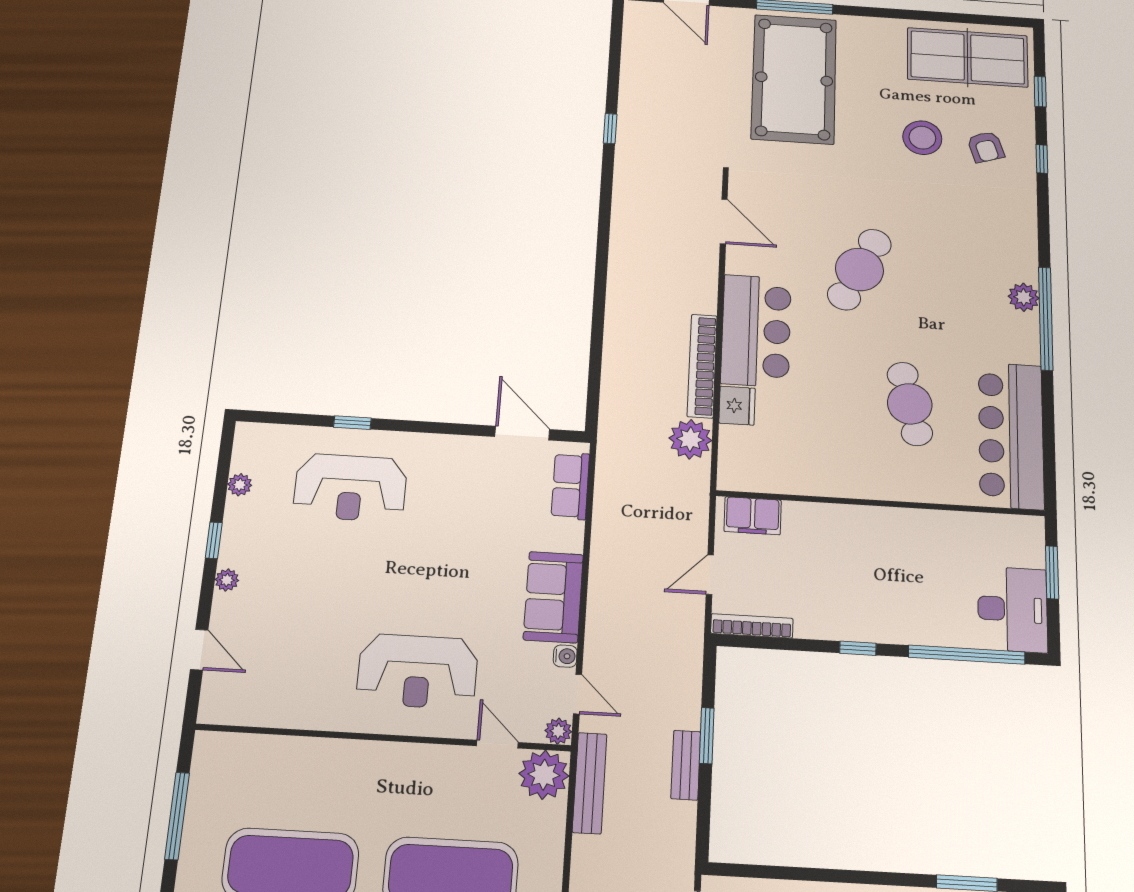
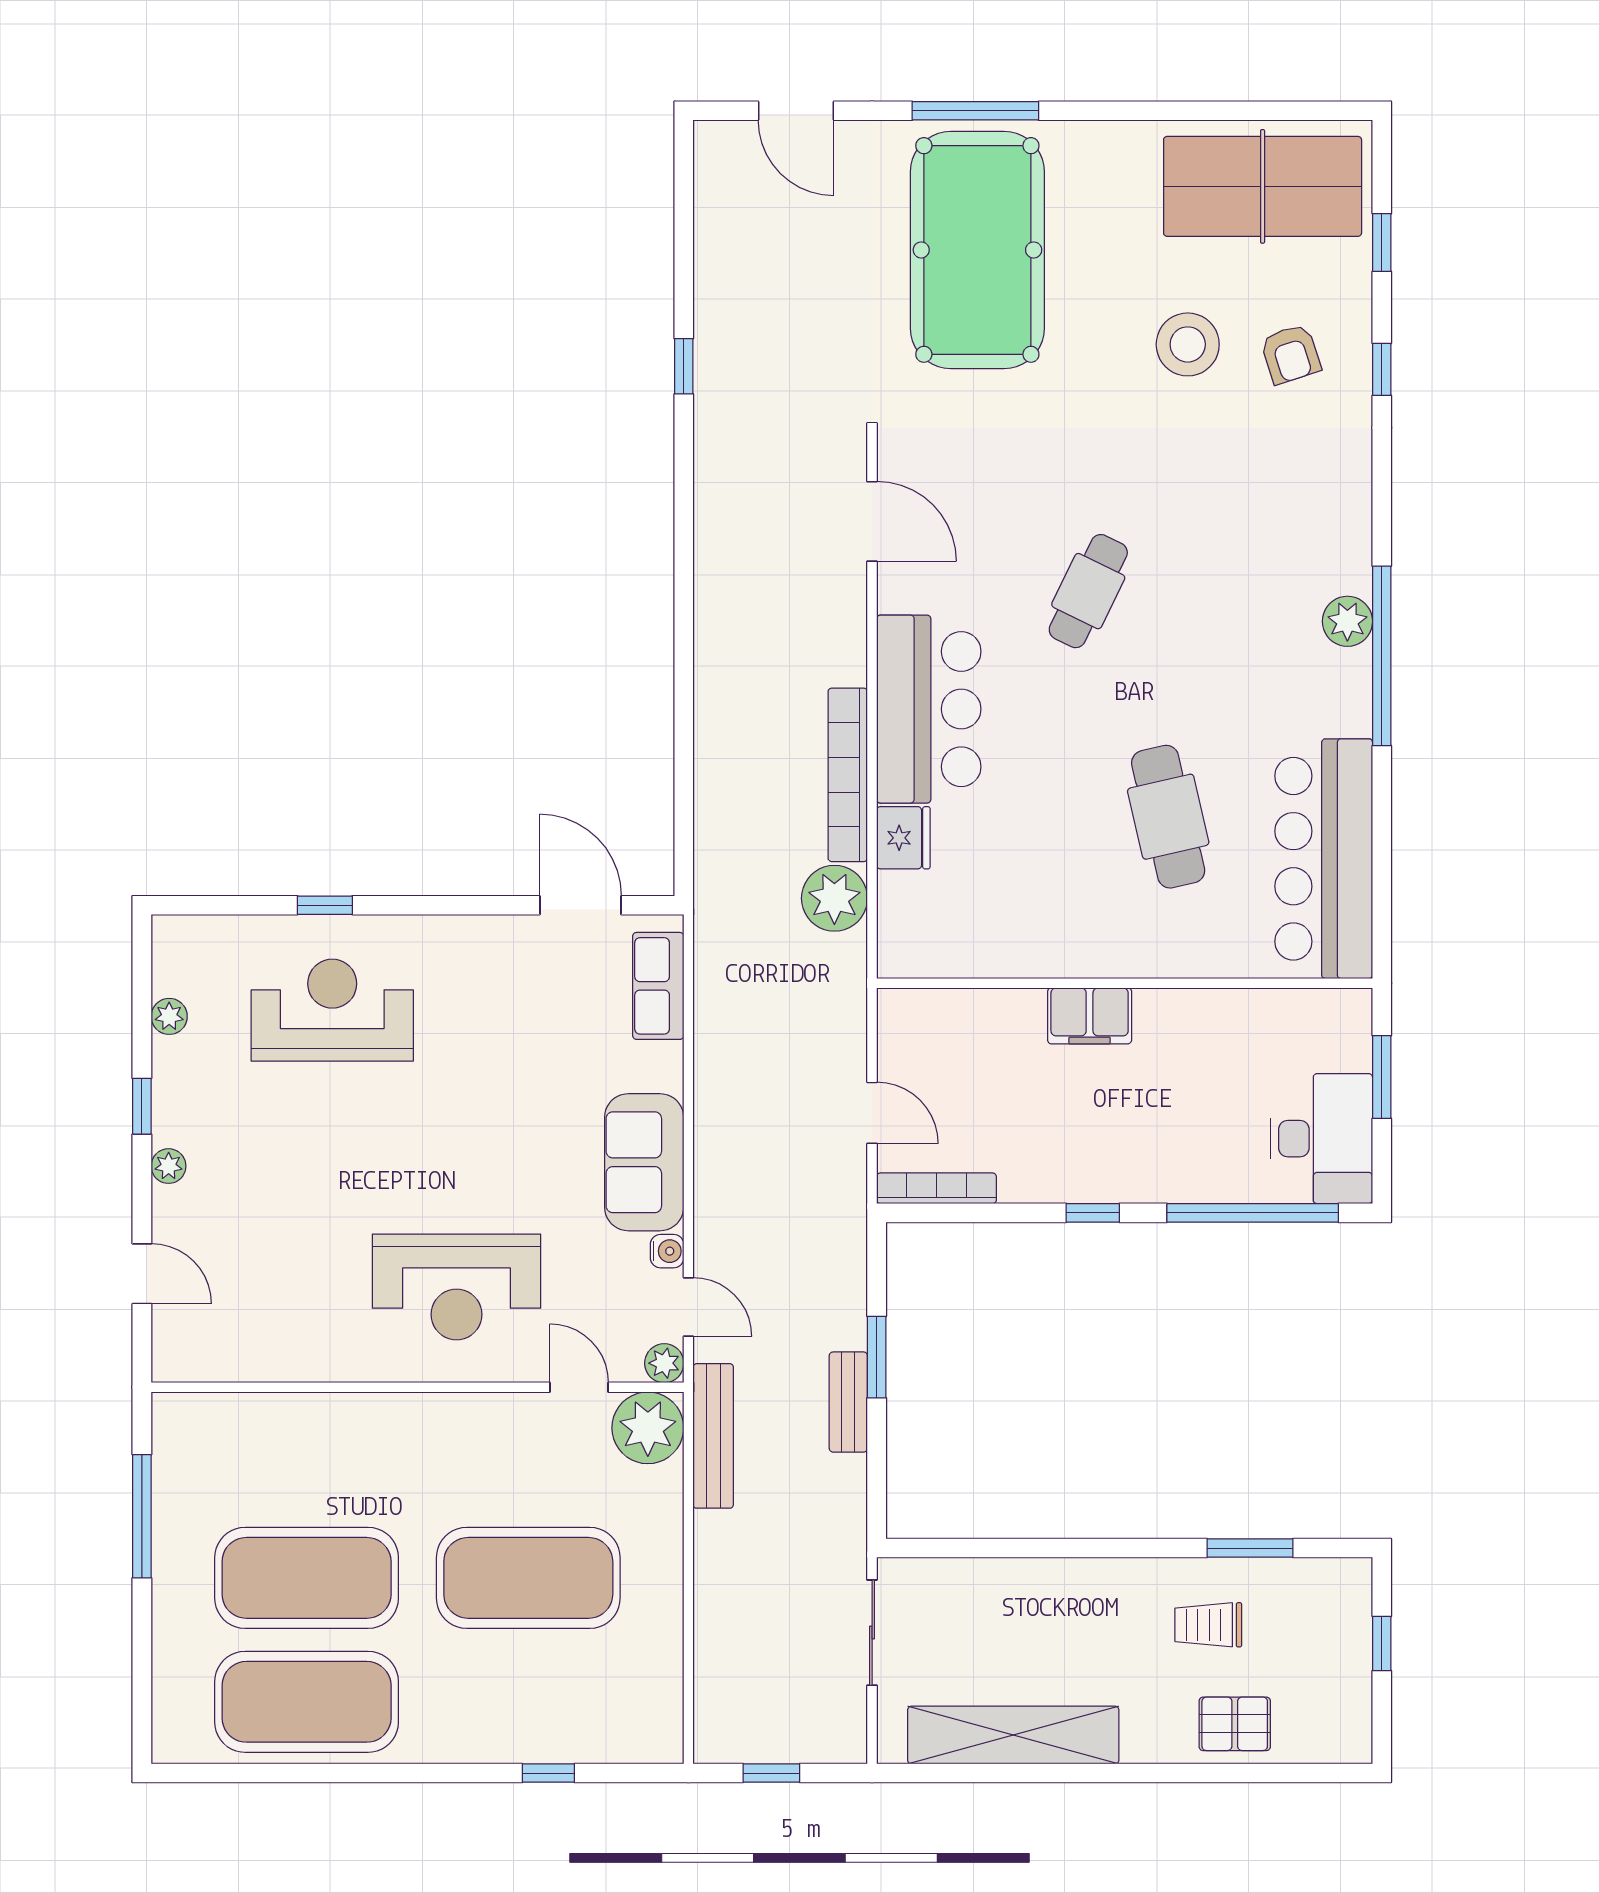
cafe table: (859, 269) -> (1088, 591), width x0.73, depth x0.74
reception desk: (350, 488) -> (332, 1010), turned 180
filing cabinet: (753, 516) -> (1090, 1016), moved
door: (710, 575) -> (872, 1113), swing flipped

